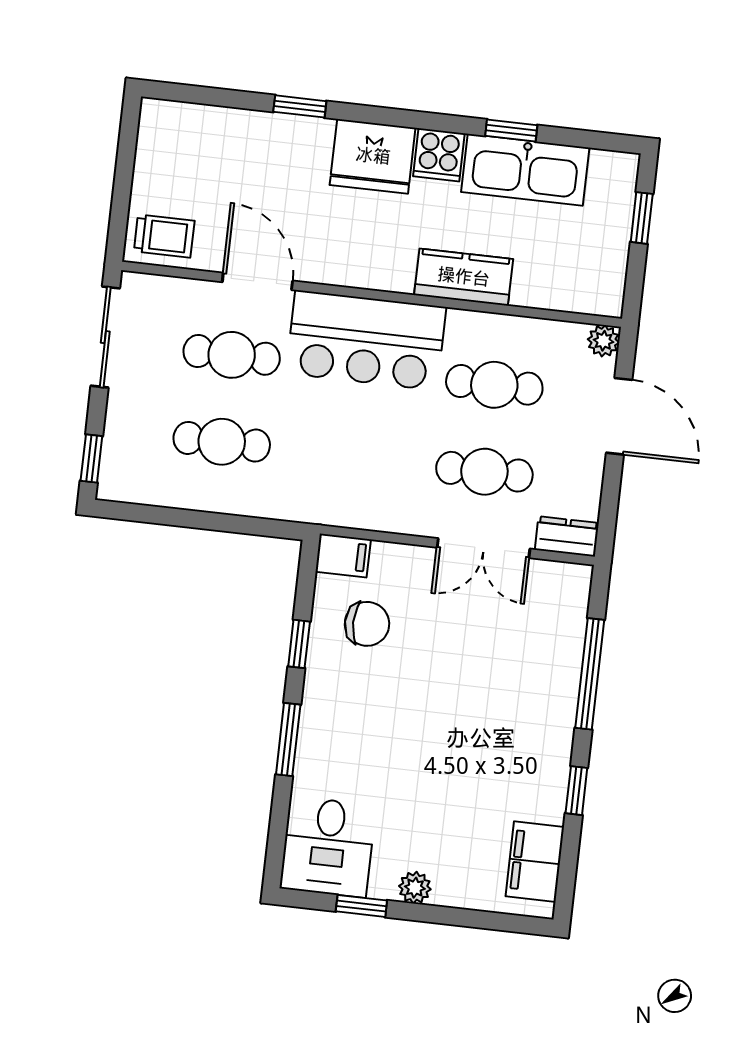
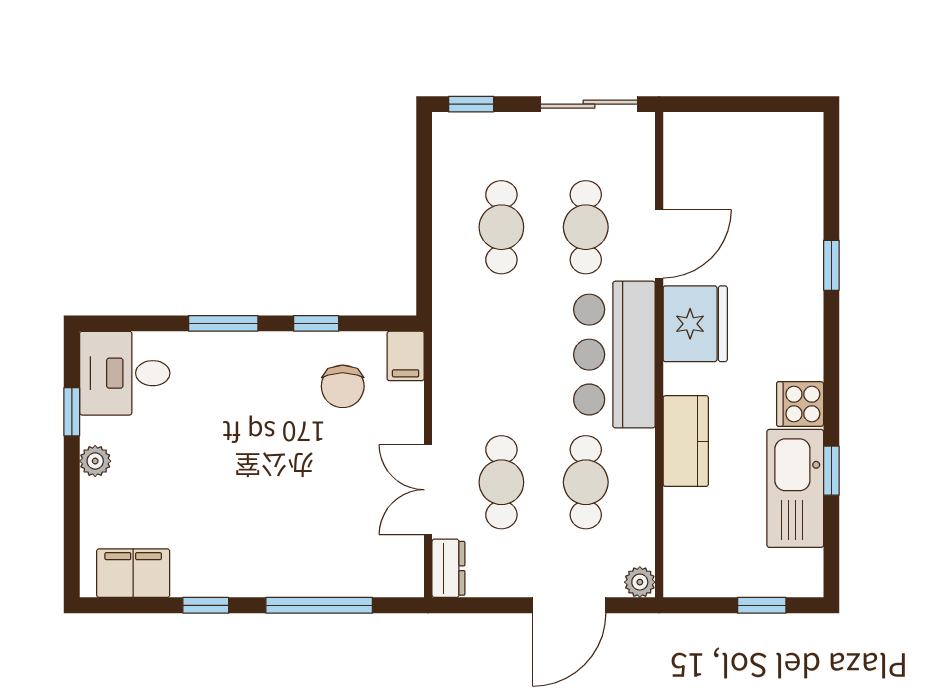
fridge: (373, 156) -> (695, 324), moved, turned 180
trolley: (164, 236) -> (692, 150), removed

